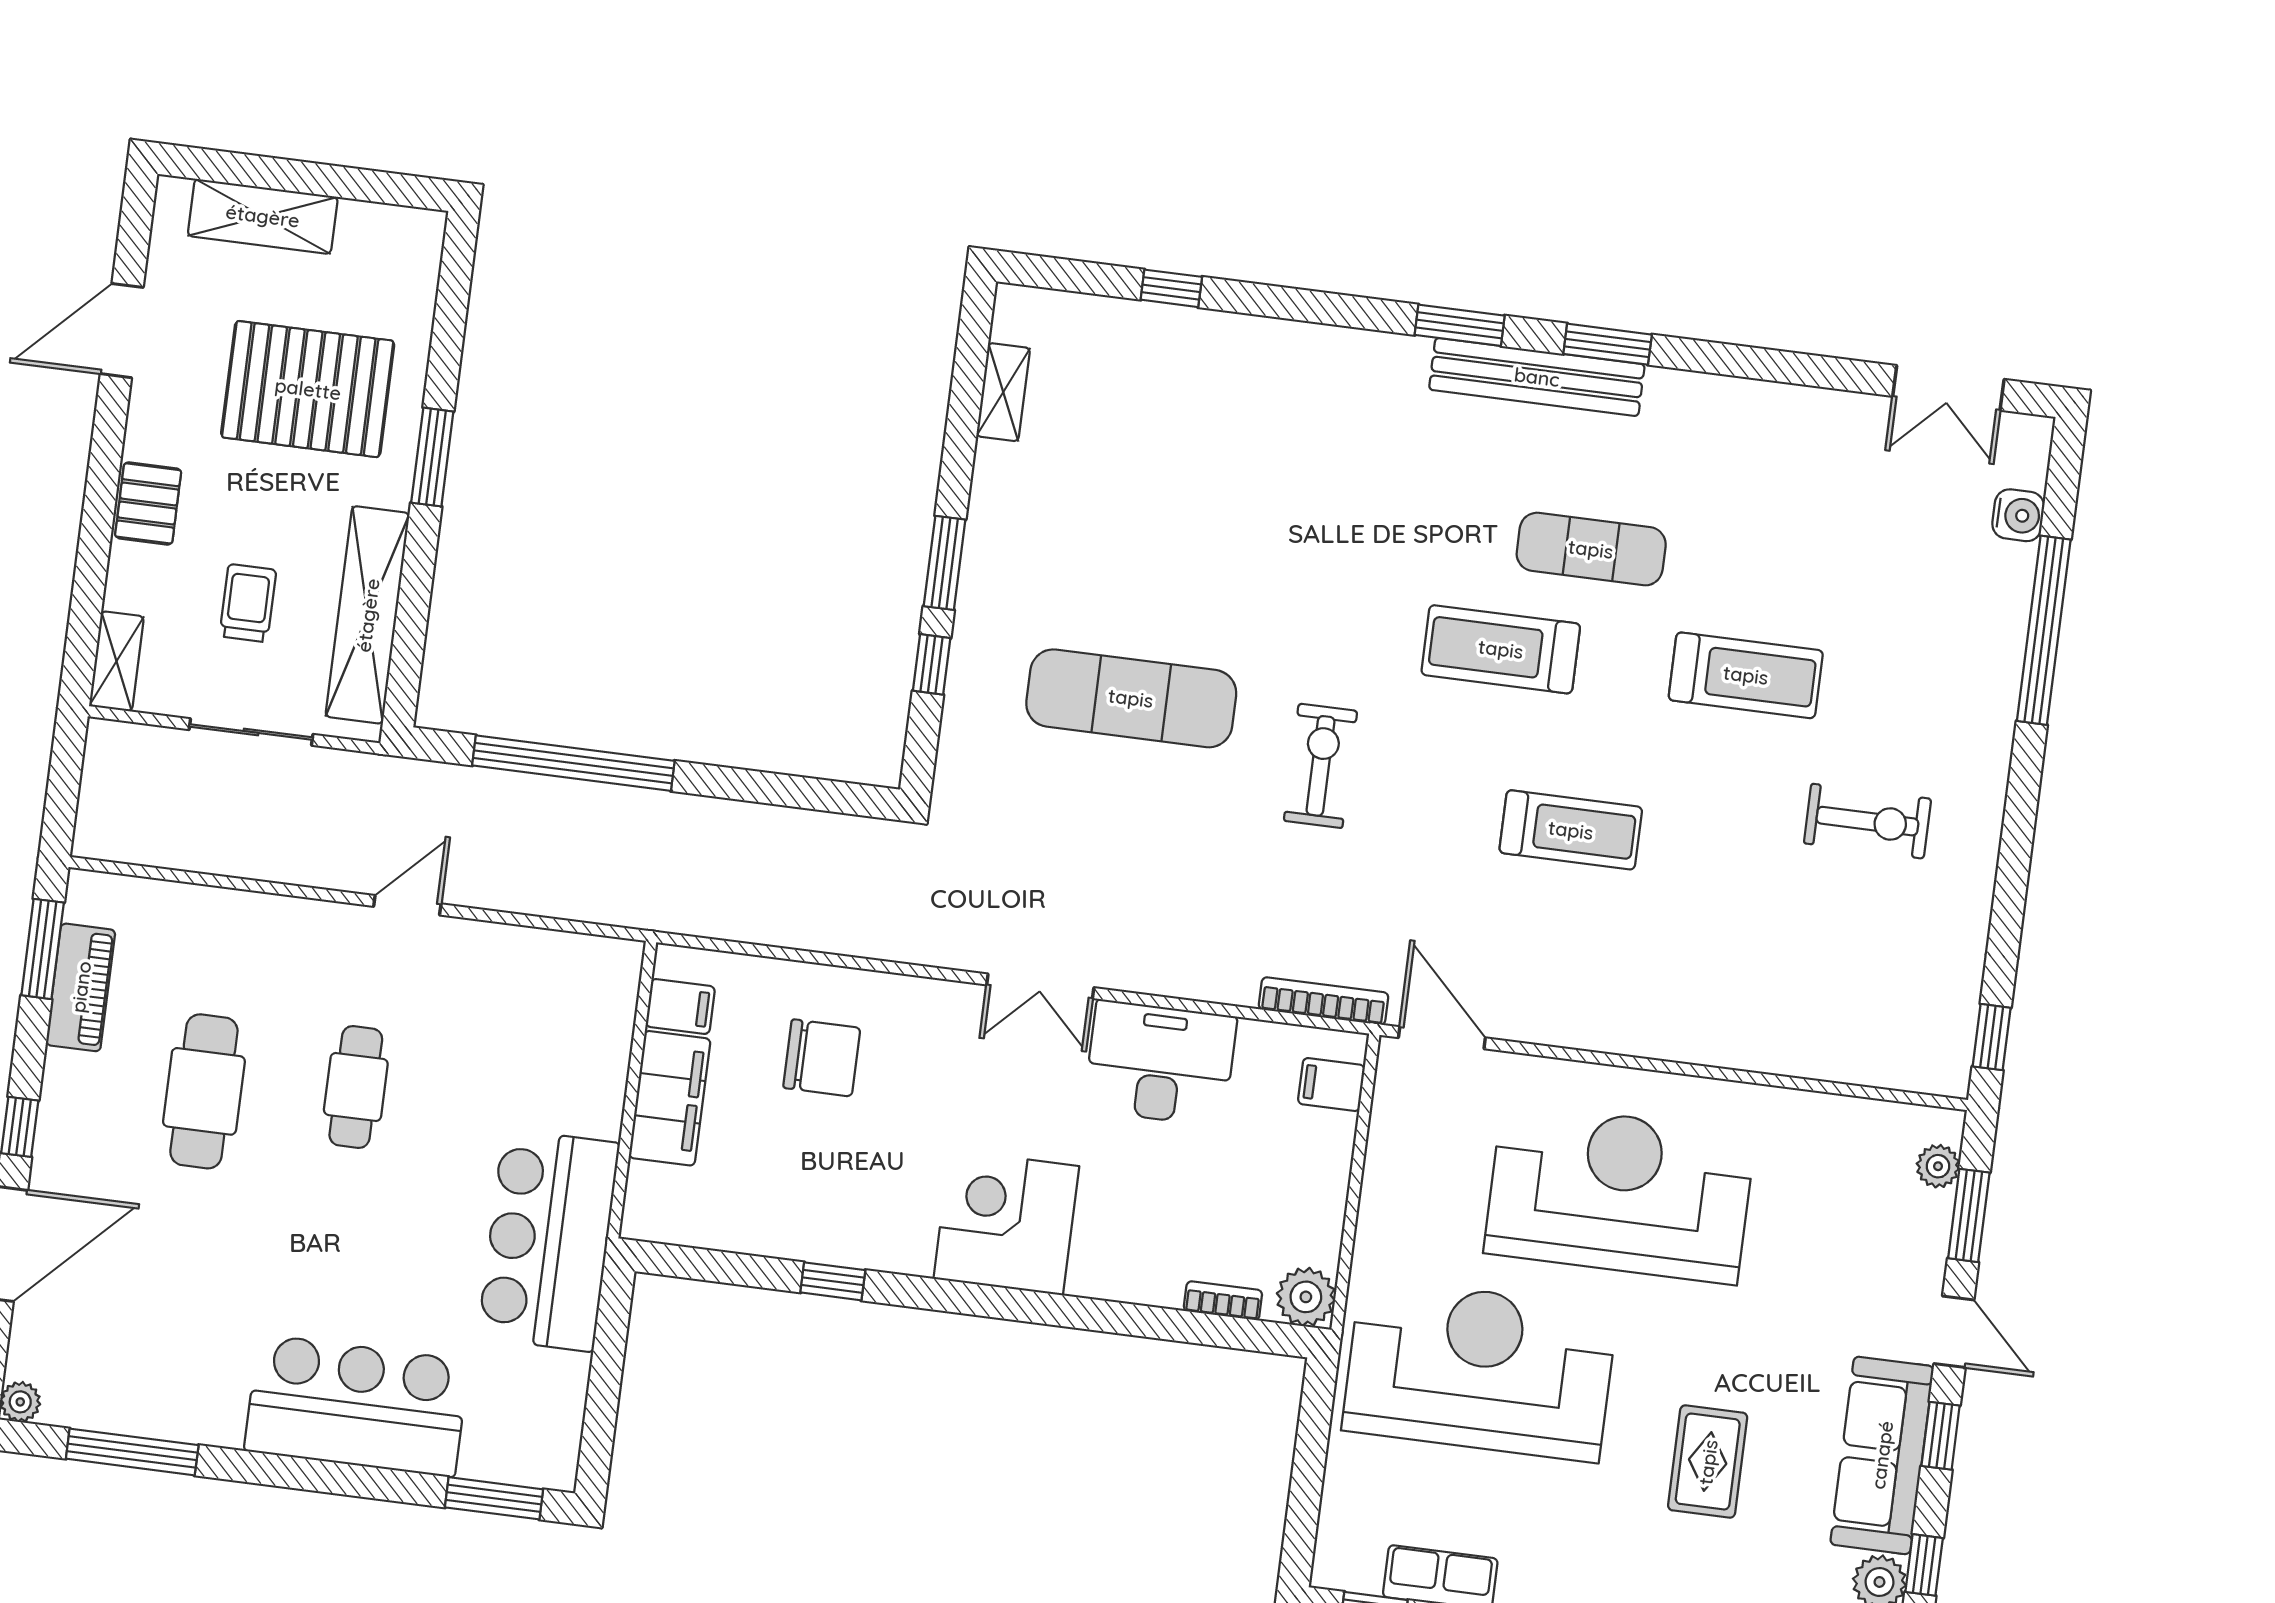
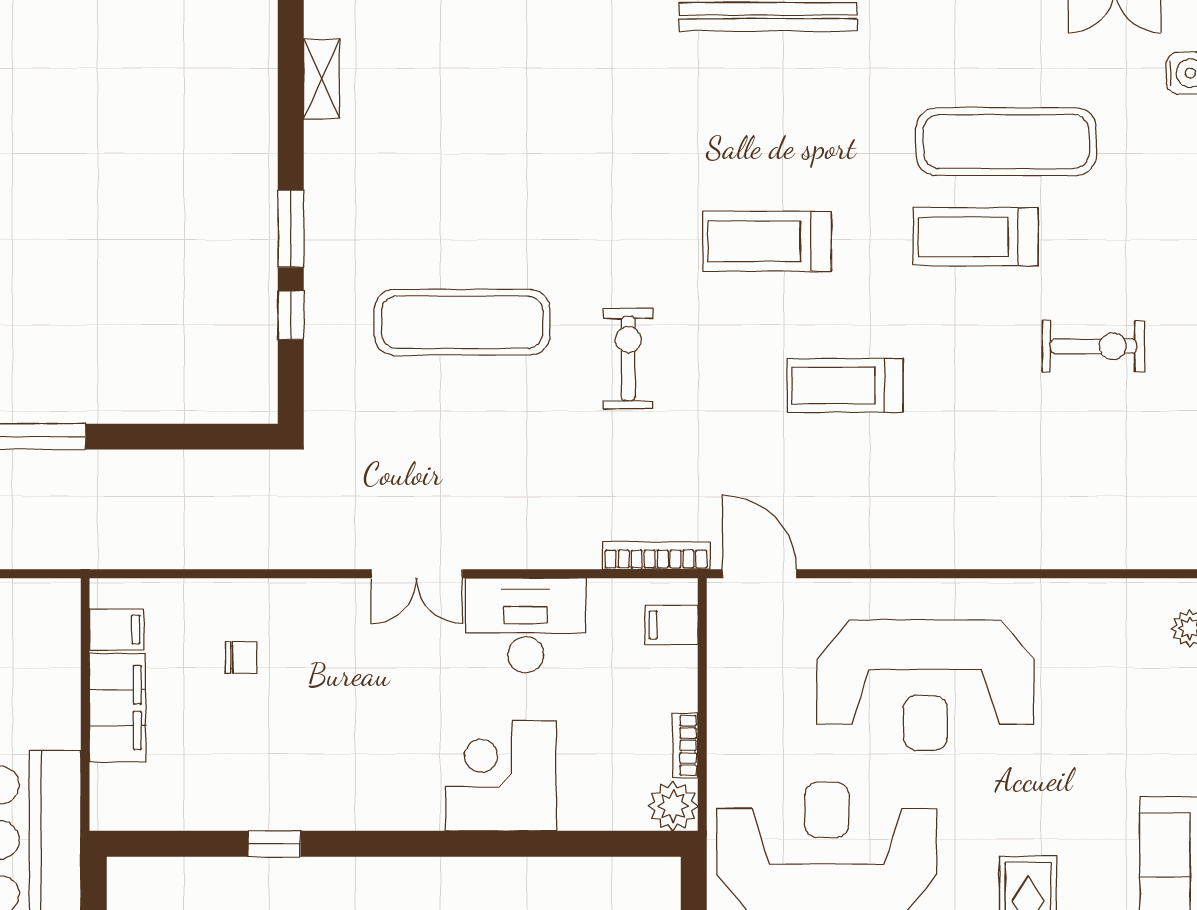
exercise mat: (1591, 549) -> (1006, 142), moved, width x1.36, depth x1.45
treadmill: (1746, 675) -> (975, 237), turned 180
treadmill: (1571, 830) -> (845, 385), turned 180
chair: (822, 1058) -> (241, 657), width x0.54, depth x0.54
reception desk: (1620, 1193) -> (925, 685), turned 180
corner desk: (1006, 1222) -> (501, 776), moved
bookcase: (1223, 1301) -> (685, 745), moved, turned -90

